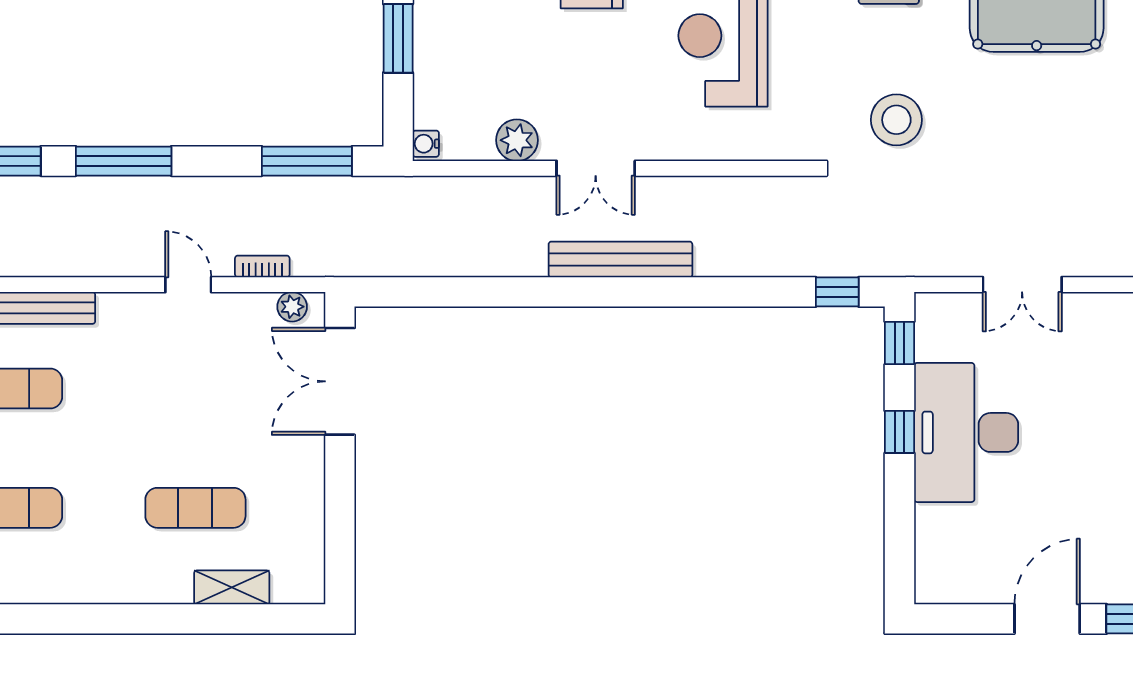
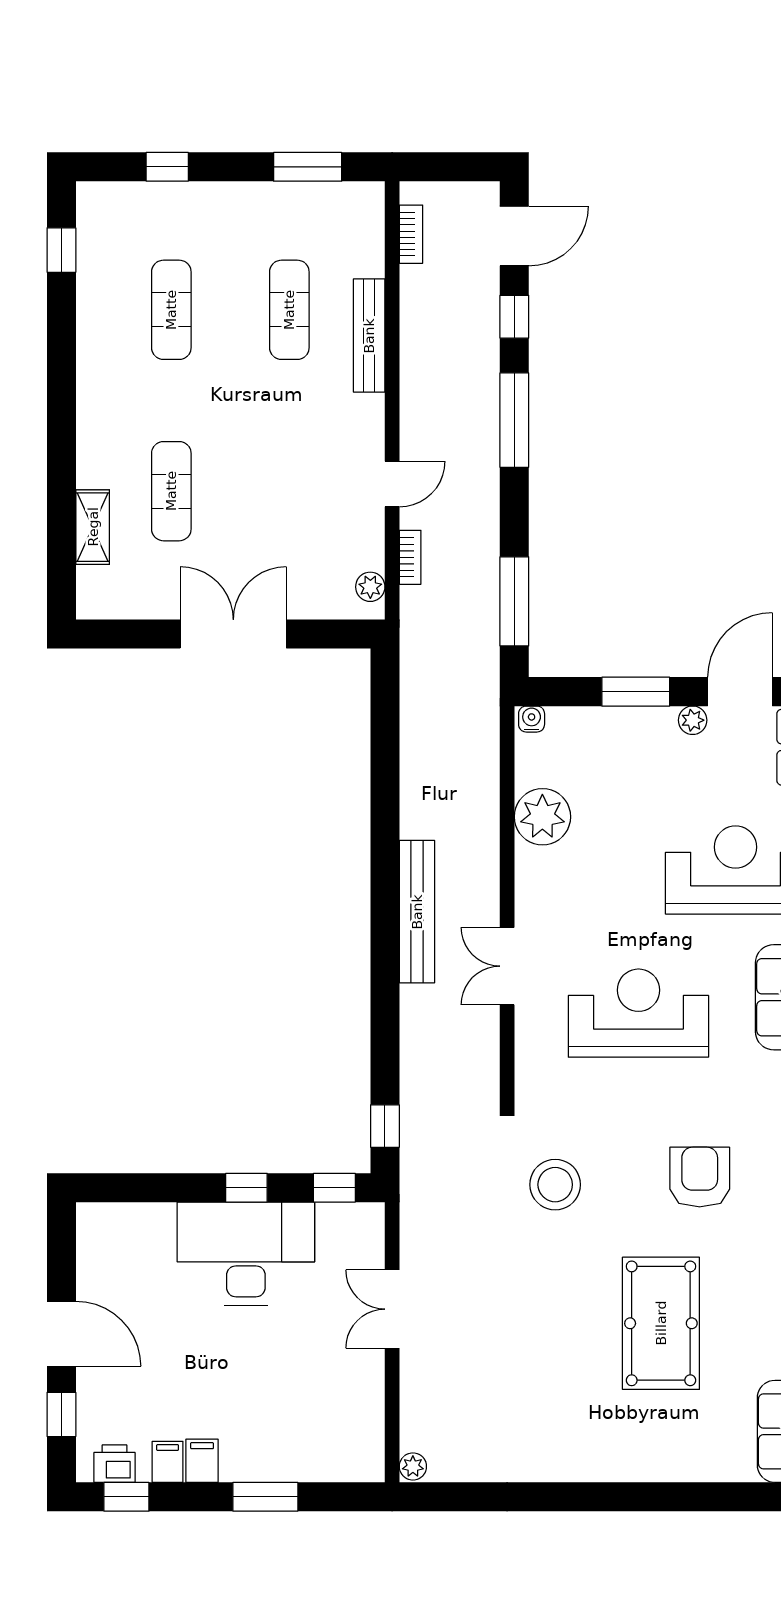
plant: (517, 140) -> (542, 817), width x1.36, depth x1.36
double door: (596, 168) -> (507, 966), moved
double door: (340, 381) -> (233, 634), moved

